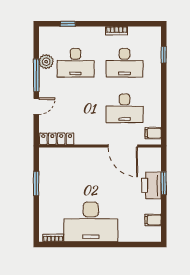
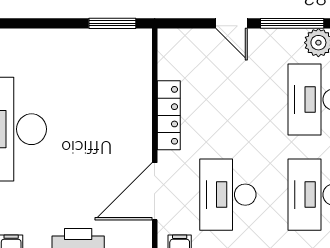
locker: (57, 139) -> (169, 115), moved
window: (36, 184) -> (112, 23), moved

